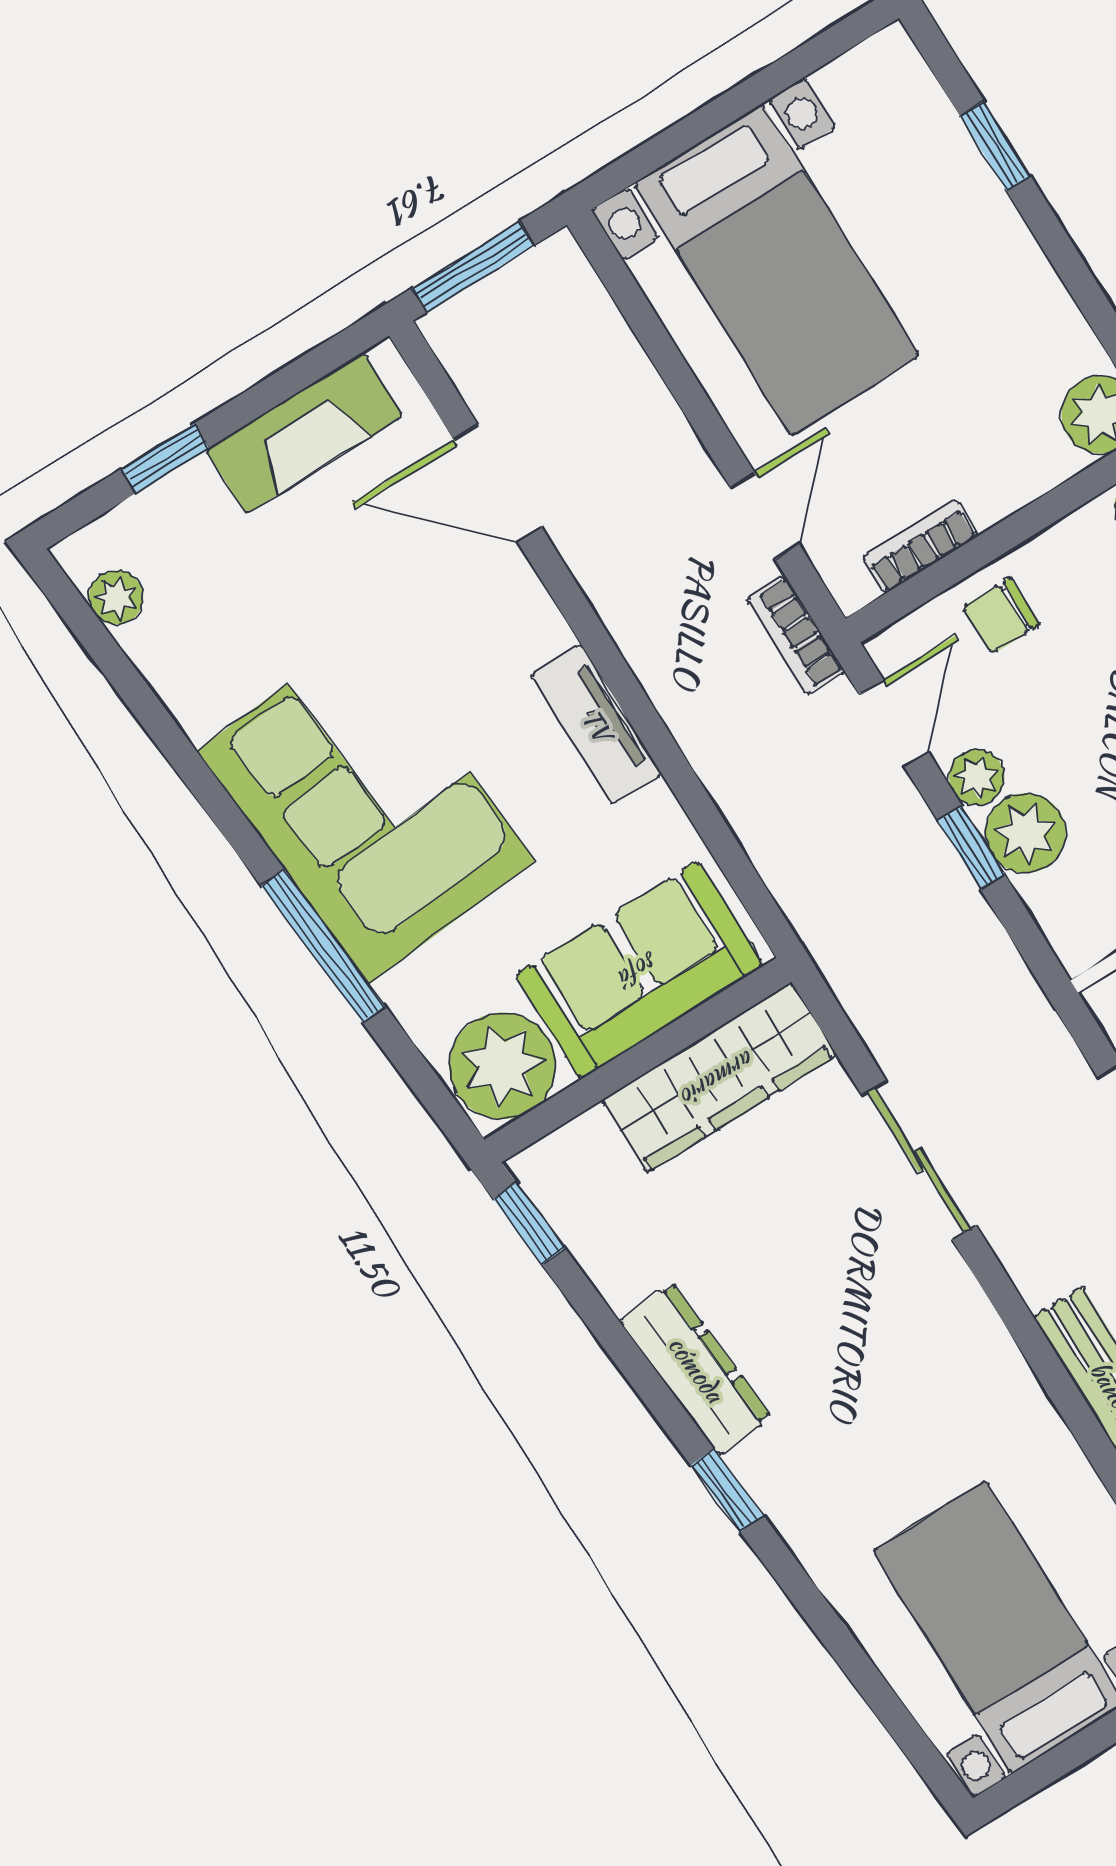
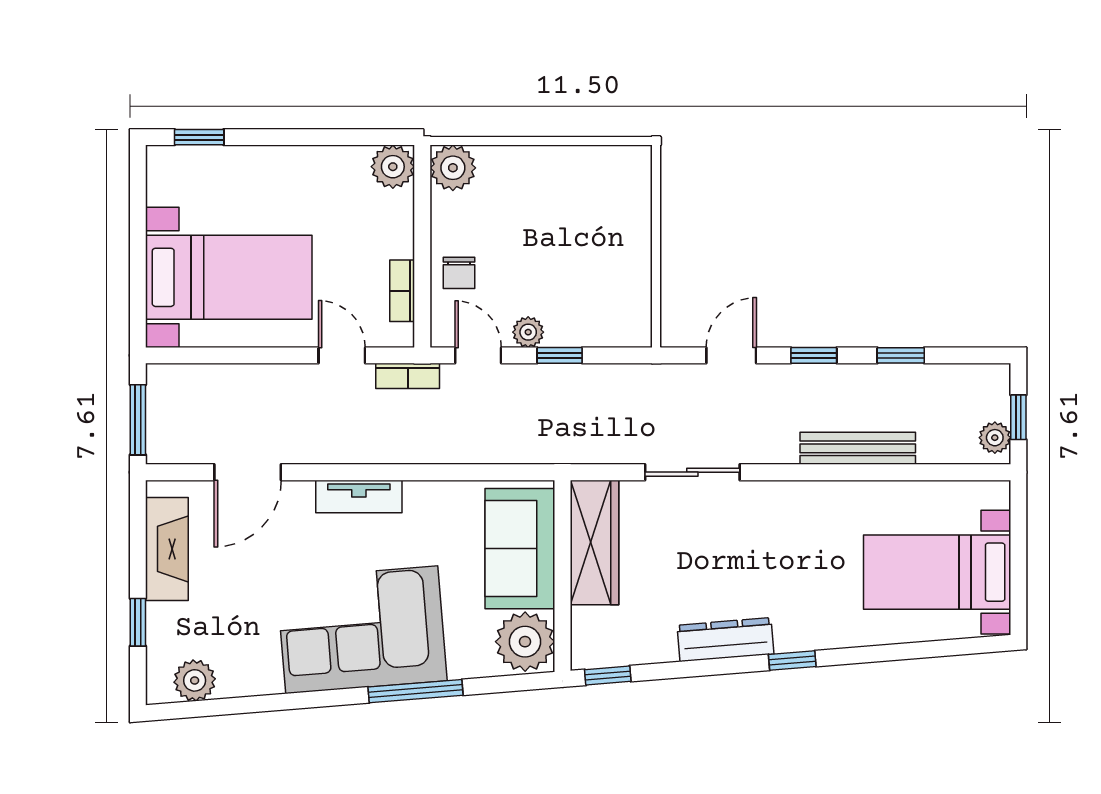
window: (995, 146) -> (199, 137), moved
plant: (116, 598) -> (195, 680), width x1.38, depth x1.38
tv unit: (597, 725) -> (359, 496), moved
plant: (1026, 833) -> (569, 325), removed

